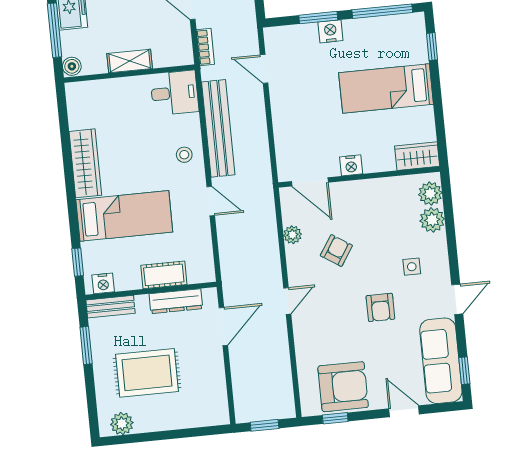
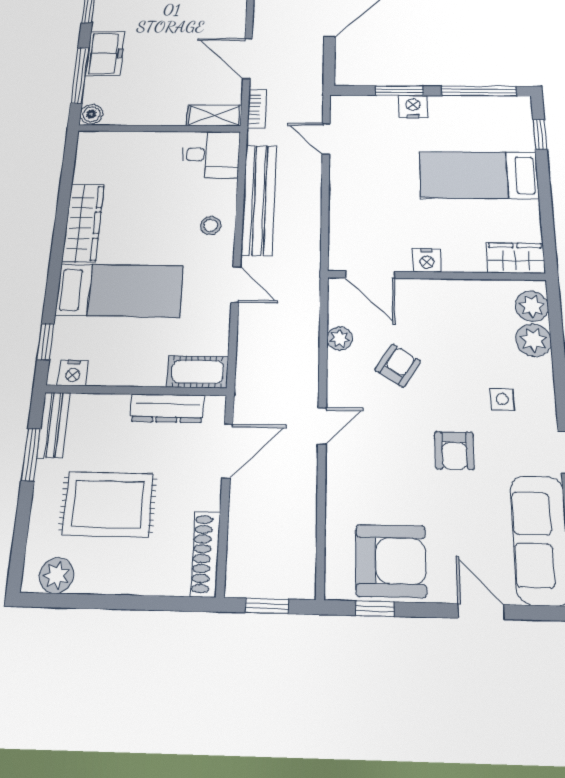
shelving: (130, 61) -> (214, 115), moved
cot: (164, 275) -> (197, 372), moved
bench: (111, 307) -> (54, 425), moved, turned 90
shoe rack: (219, 397) -> (205, 554), added

